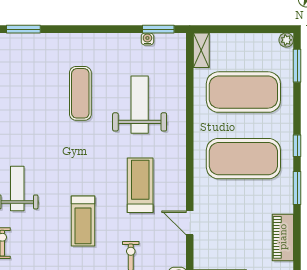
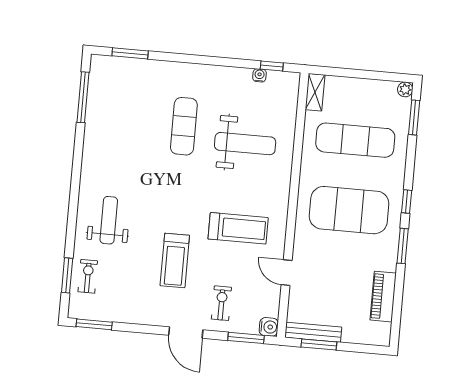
window: (158, 29) -> (272, 66), width x0.67
exercise mat: (243, 92) -> (355, 140), width x0.68
weight bench: (140, 105) -> (245, 144), turned 90
treadmill: (140, 185) -> (238, 228), turned 90

